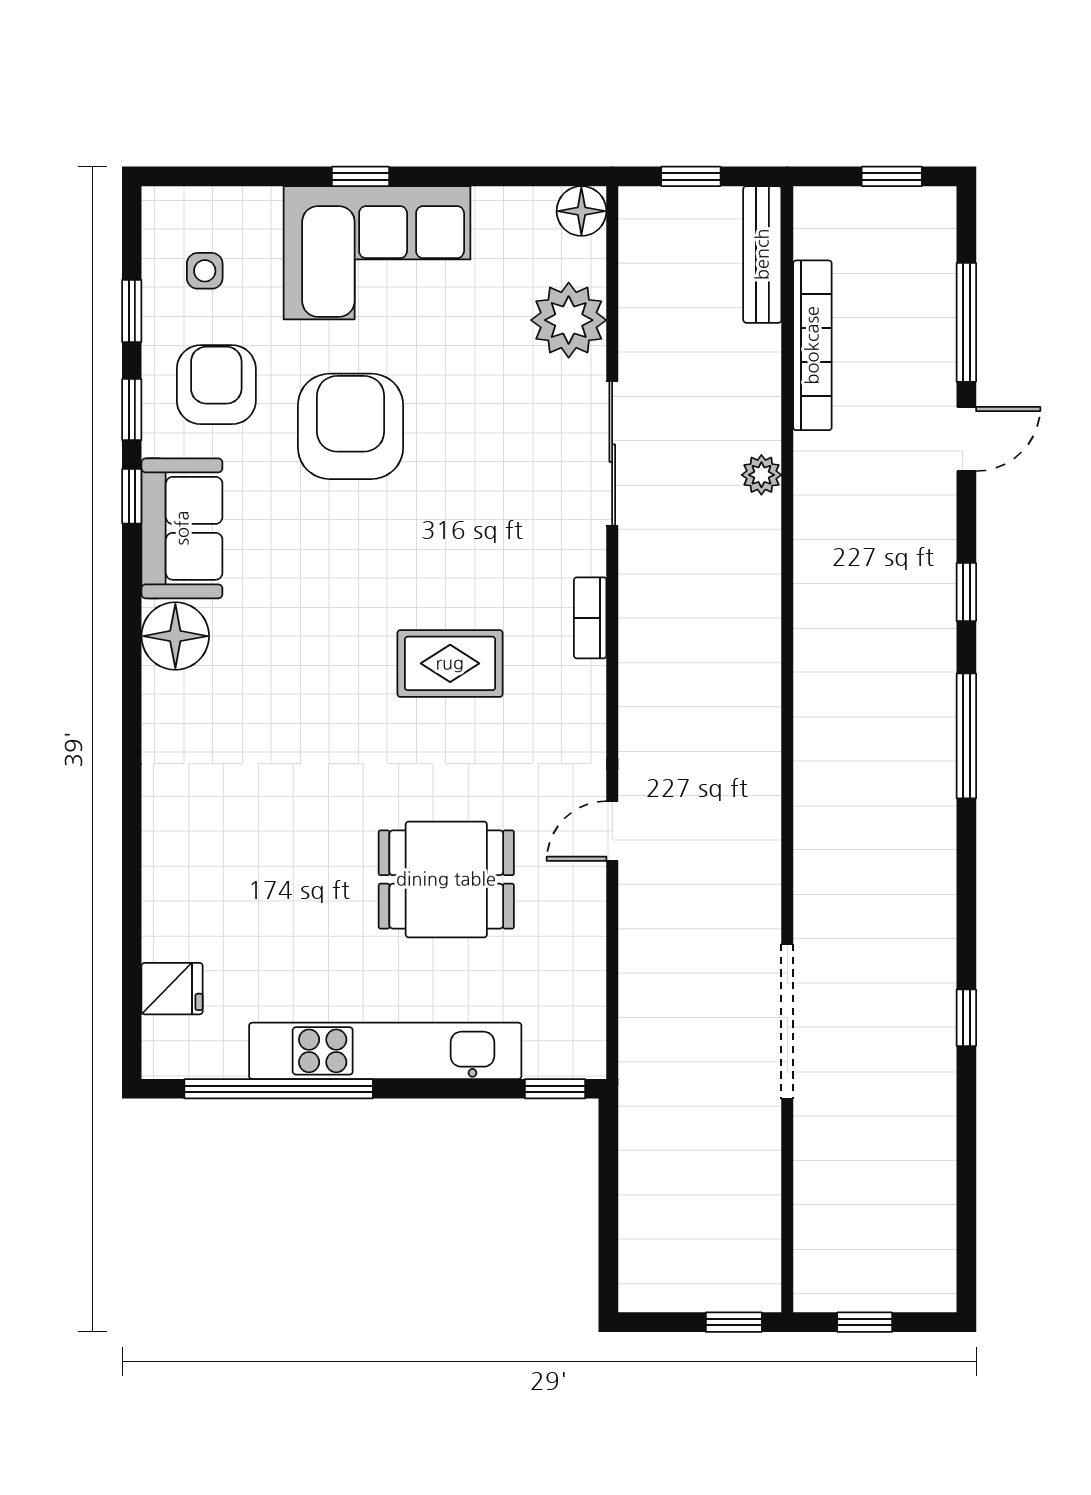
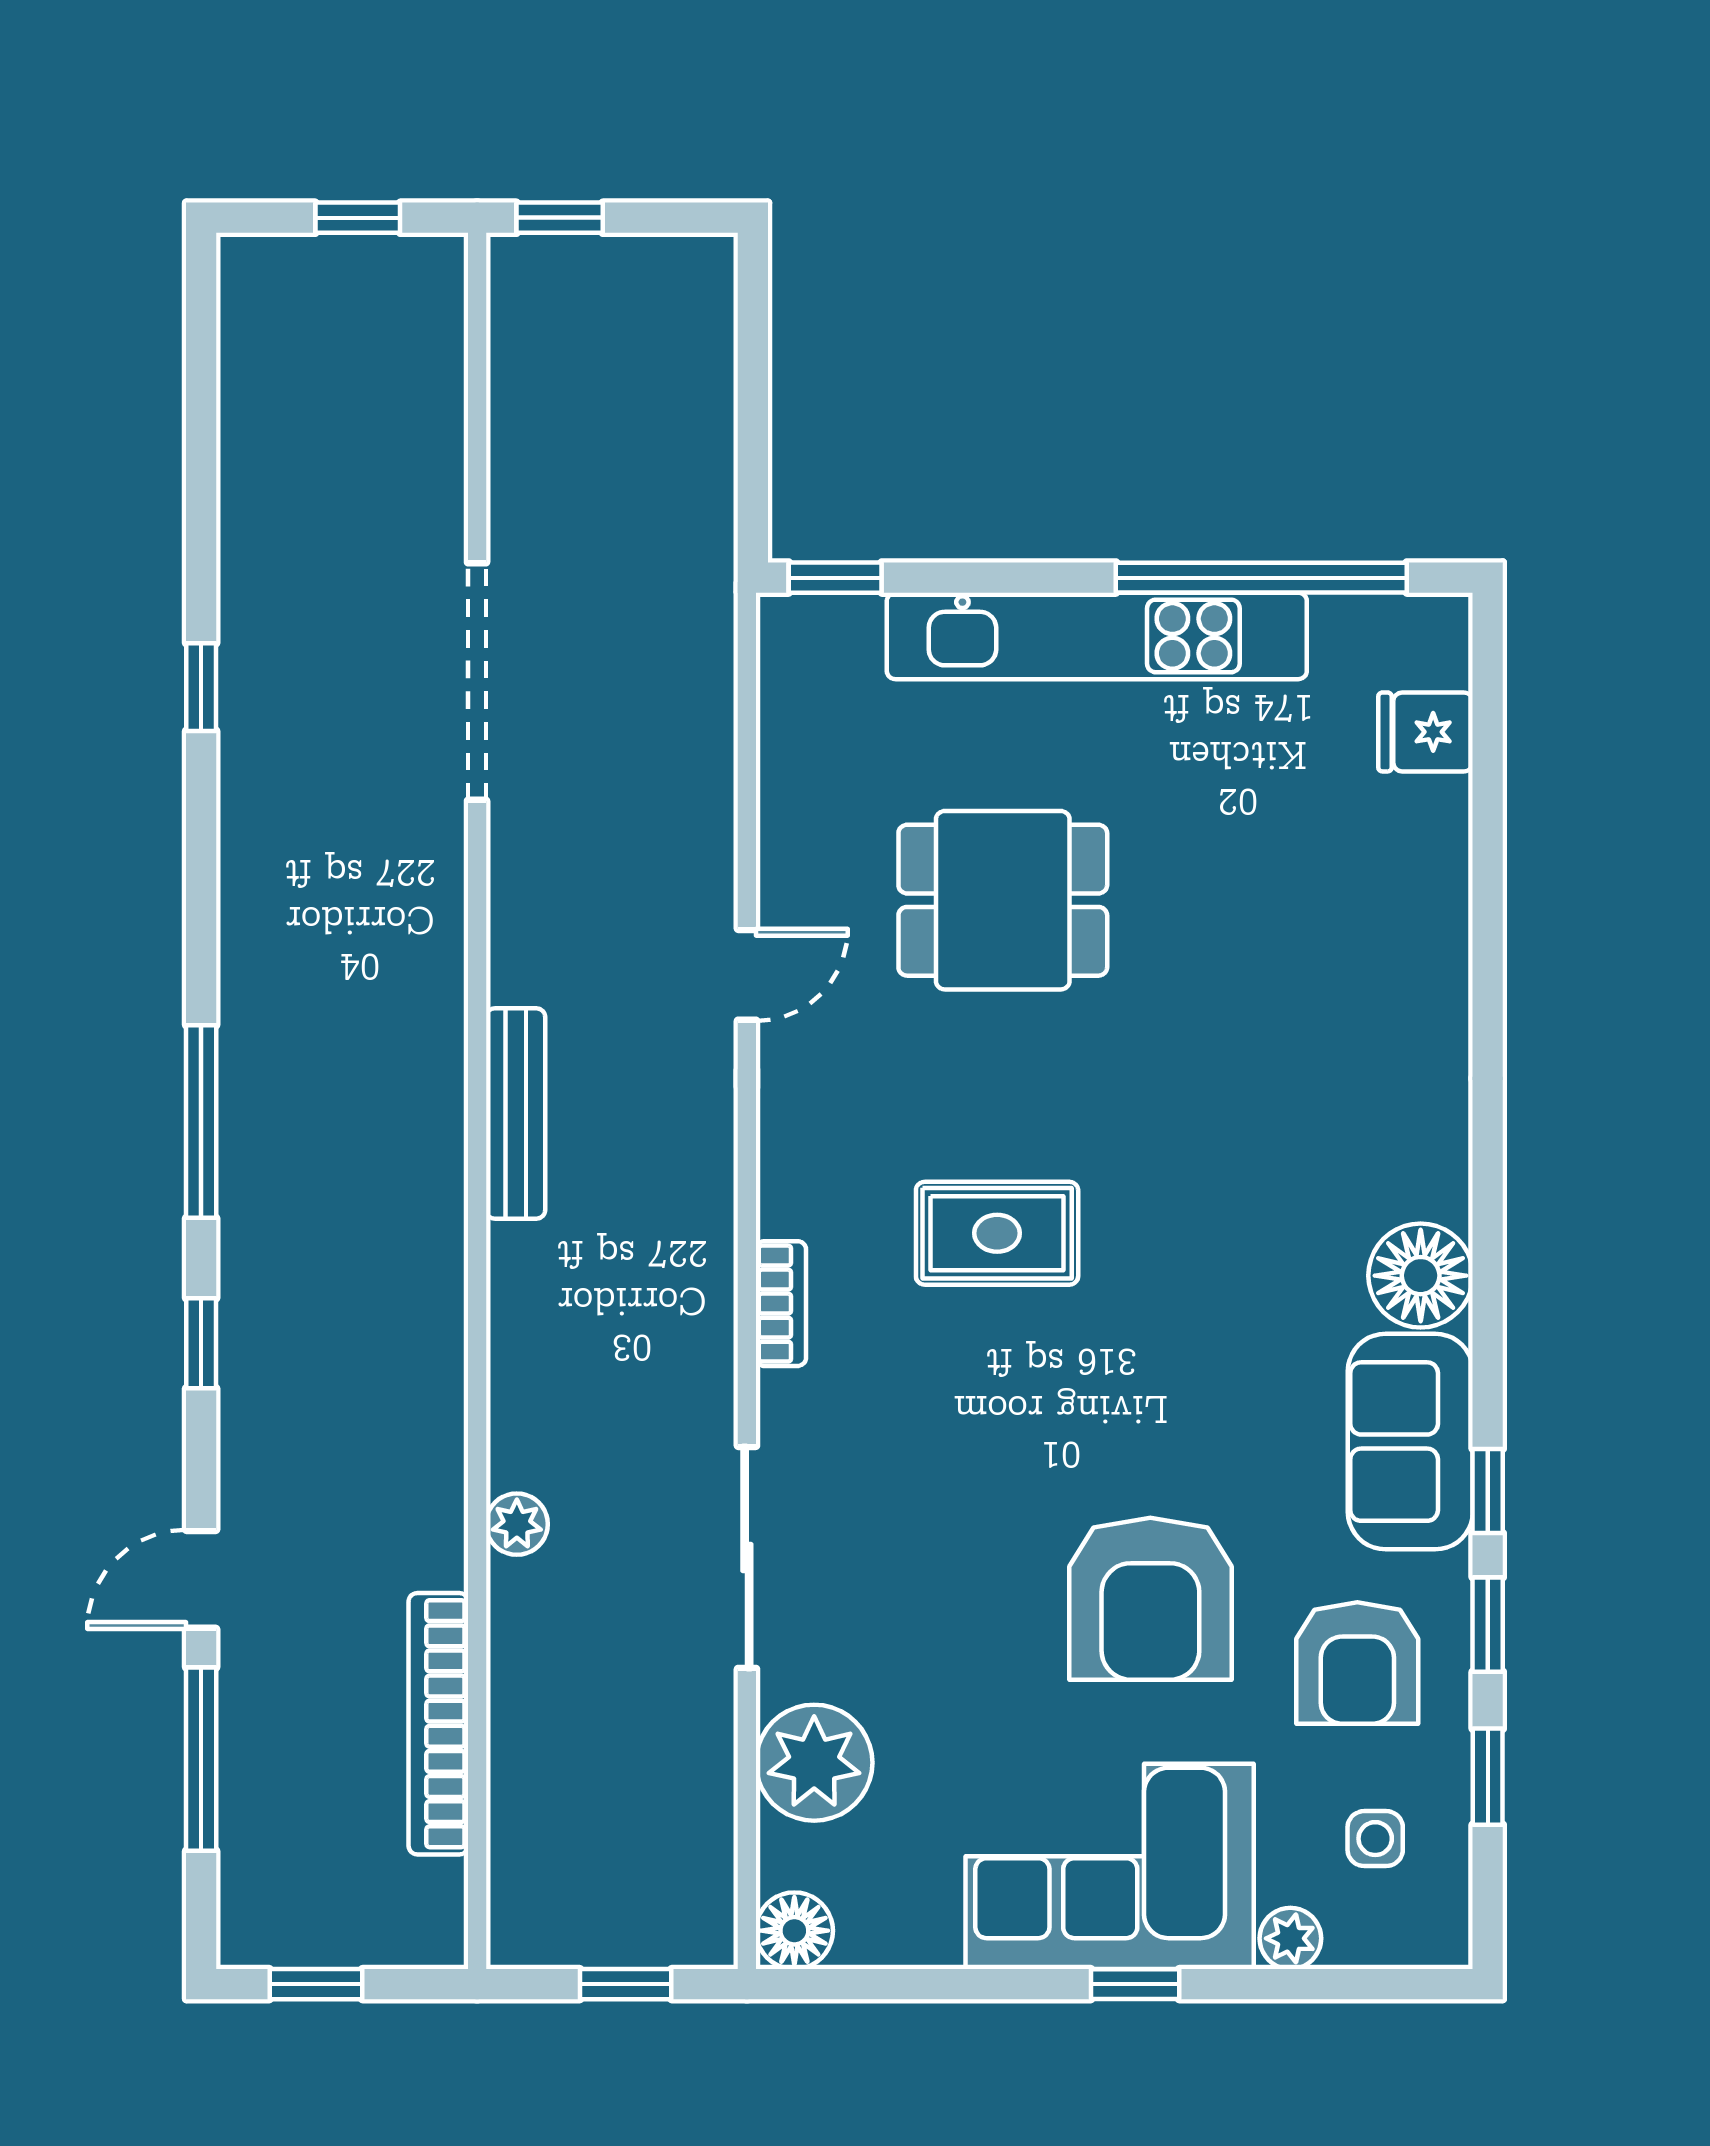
plant: (260, 206) -> (1290, 1938), added
bench: (762, 254) -> (516, 1114), moved

